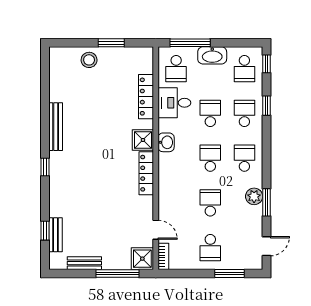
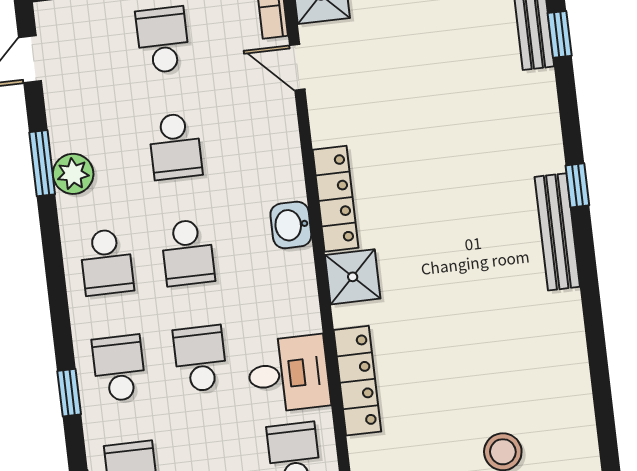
school desk: (210, 113) -> (200, 359), turned 180
school desk: (244, 113) -> (119, 368), turned 180
bench: (56, 127) -> (557, 232), moved
washbasin: (166, 142) -> (291, 225), moved

